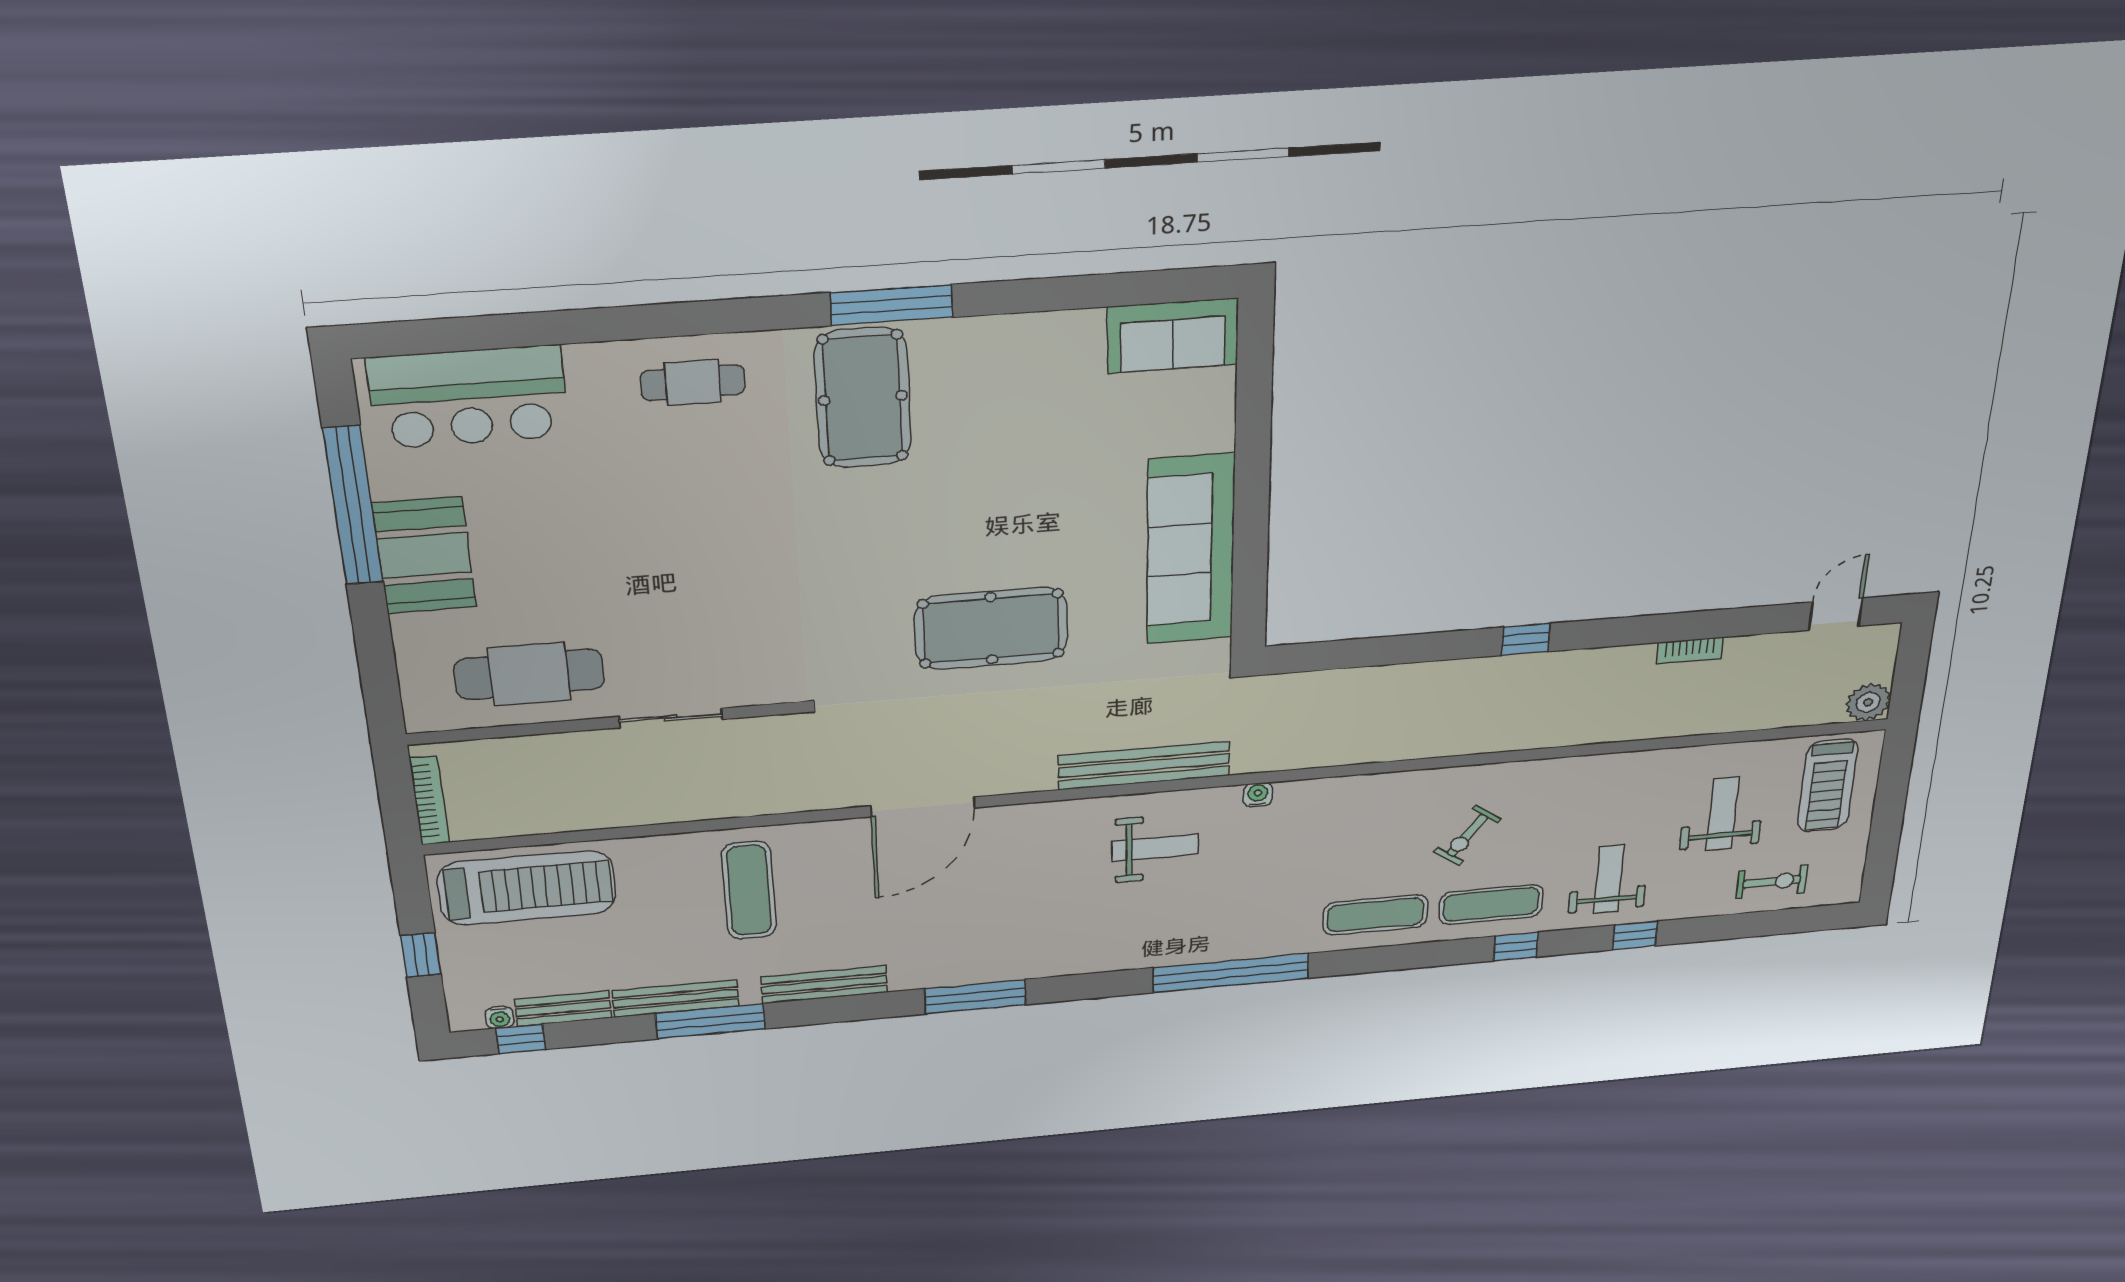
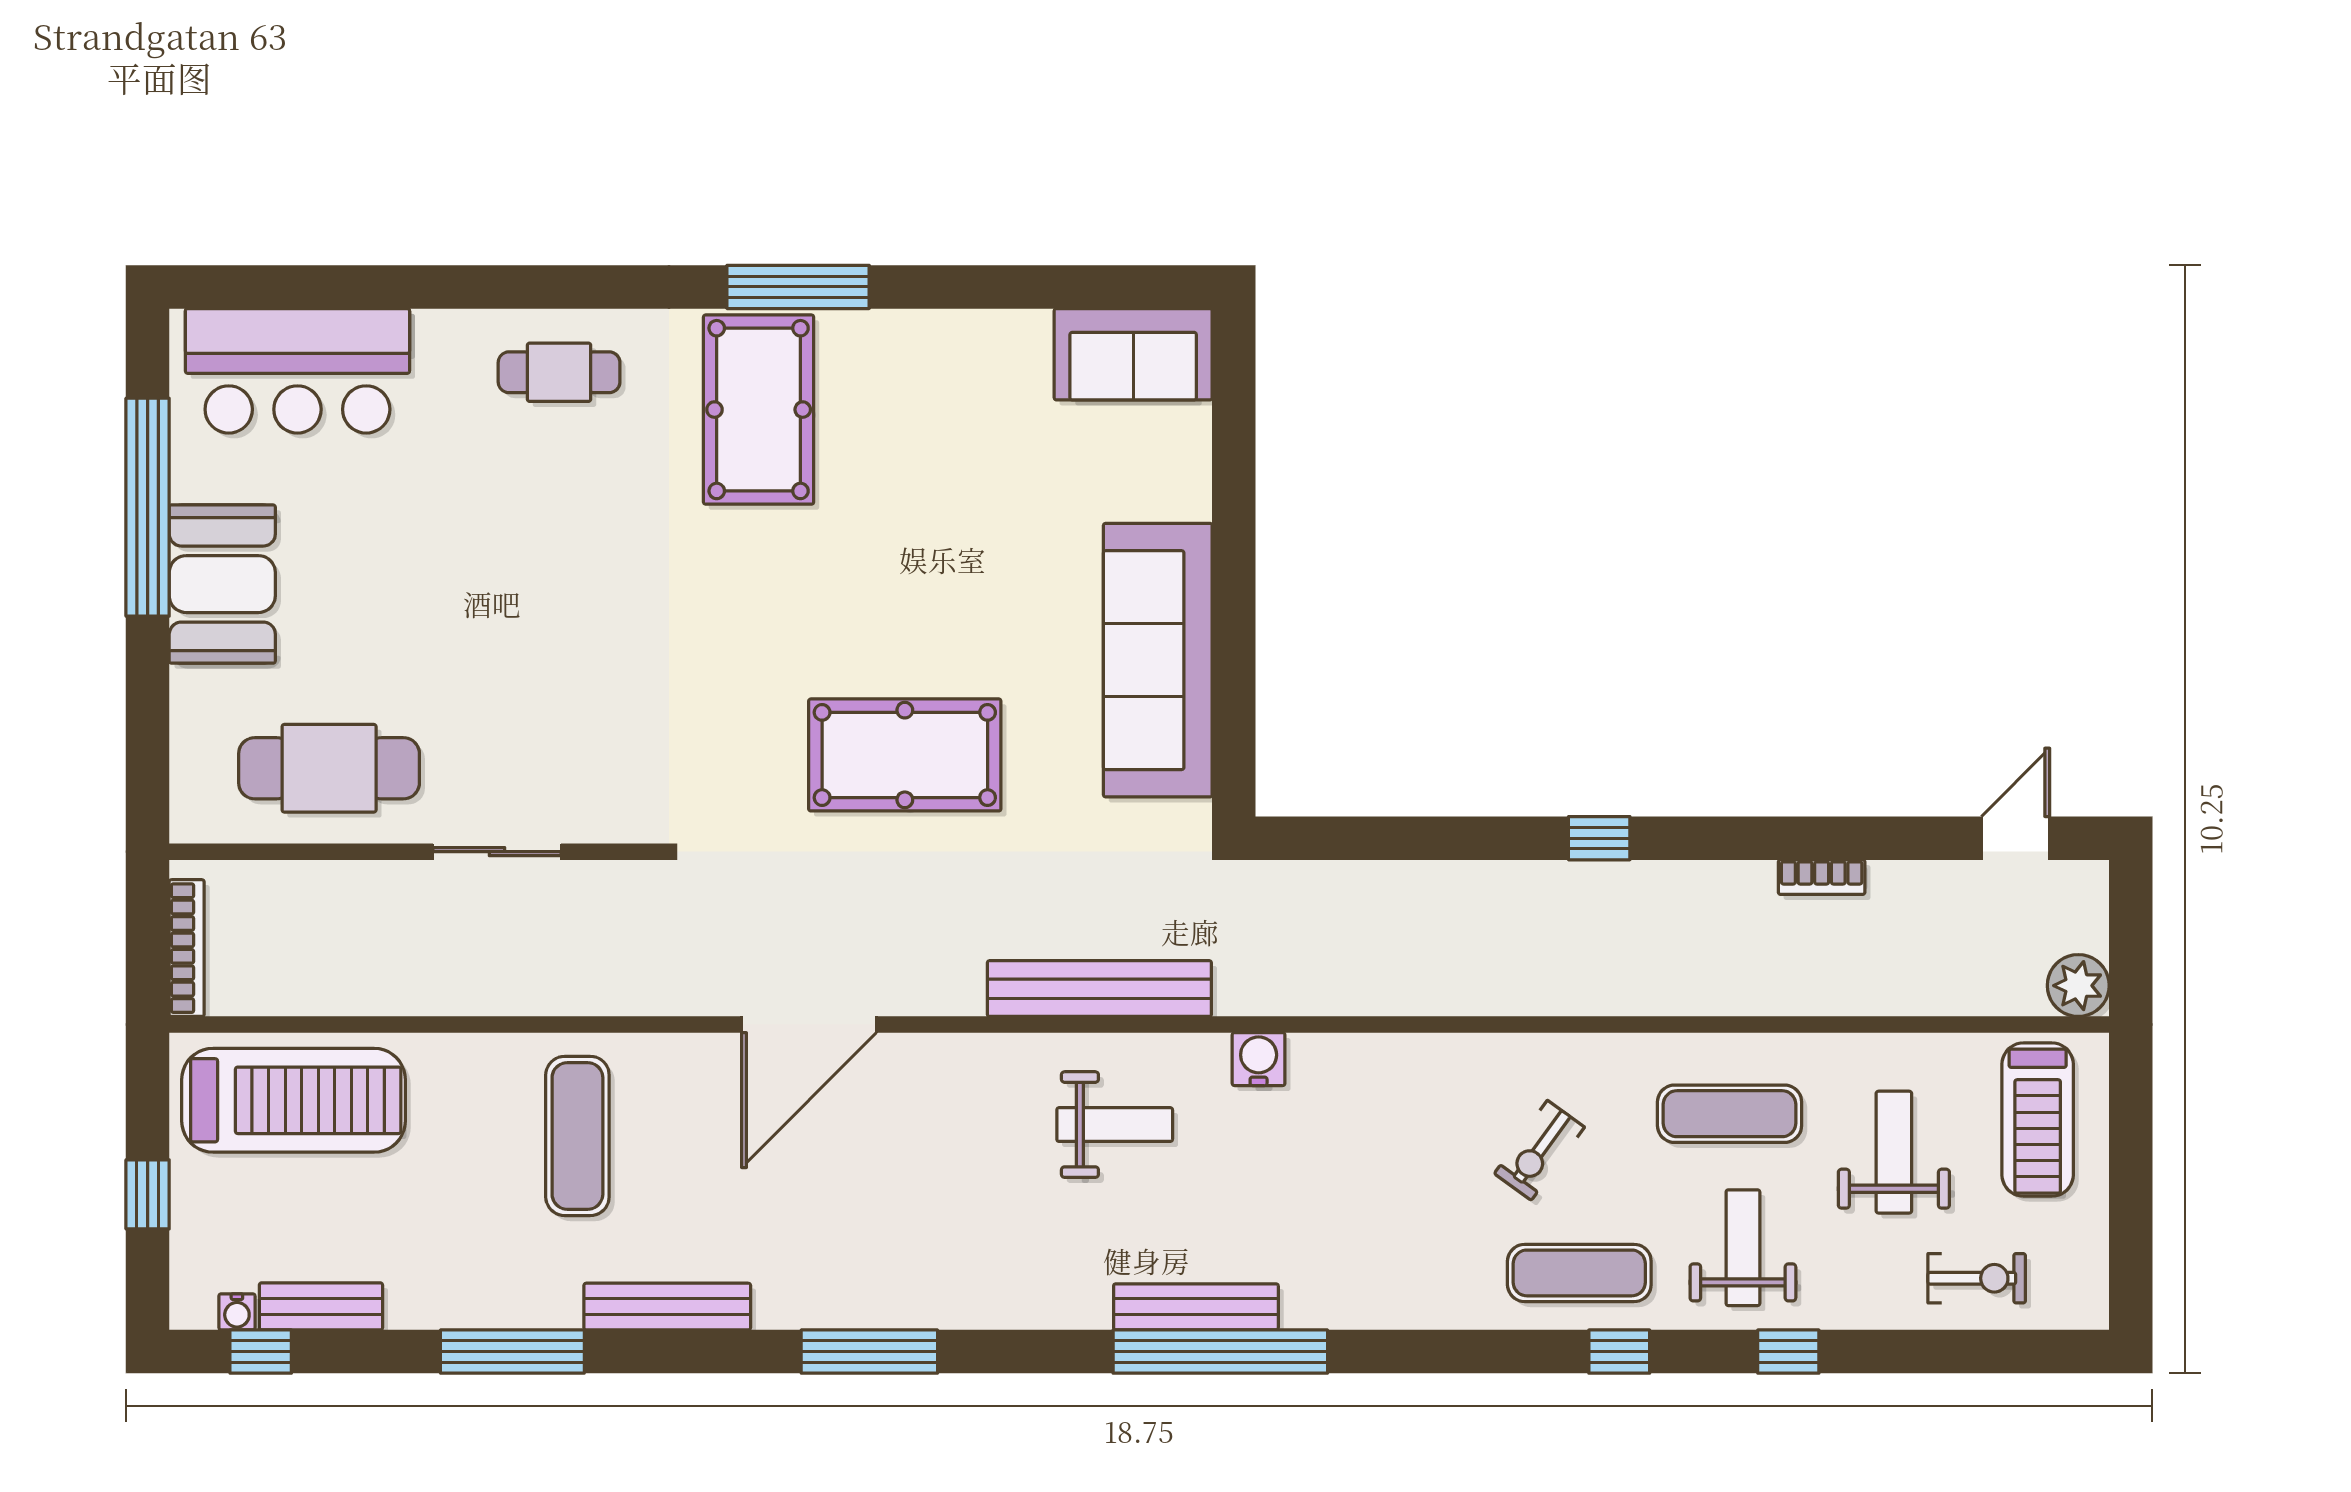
water cooler: (1258, 795) -> (1259, 1059), width x1.38, depth x1.38
exercise mat: (1375, 915) -> (1730, 1114), moved
bench: (676, 999) -> (1196, 1307), moved

